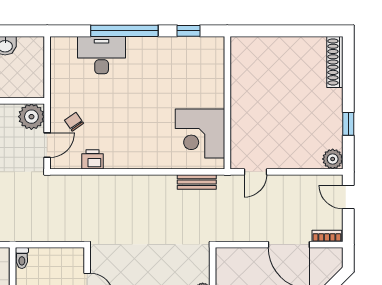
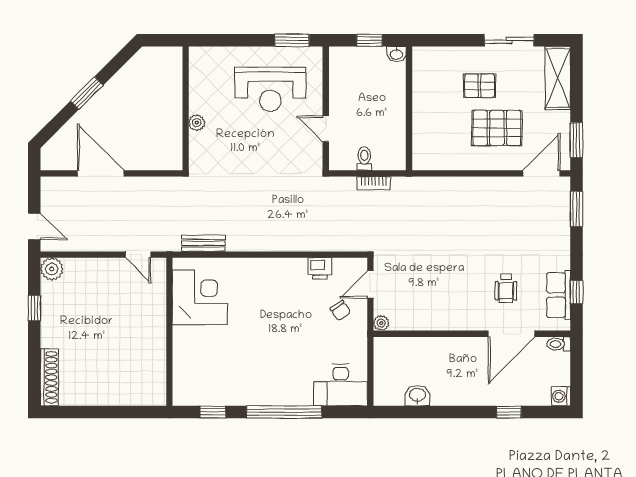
desk: (102, 55) -> (341, 385), moved
plant: (31, 117) -> (381, 323), width x0.53, depth x0.53
door: (255, 172) -> (138, 255), swing flipped
bookcase: (327, 236) -> (374, 183), moved
toilet: (22, 258) -> (364, 158), moved

